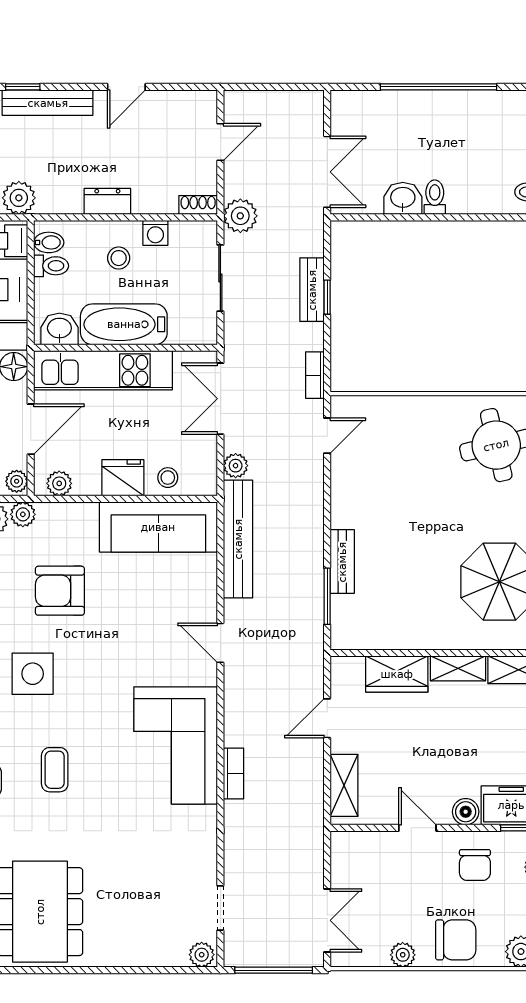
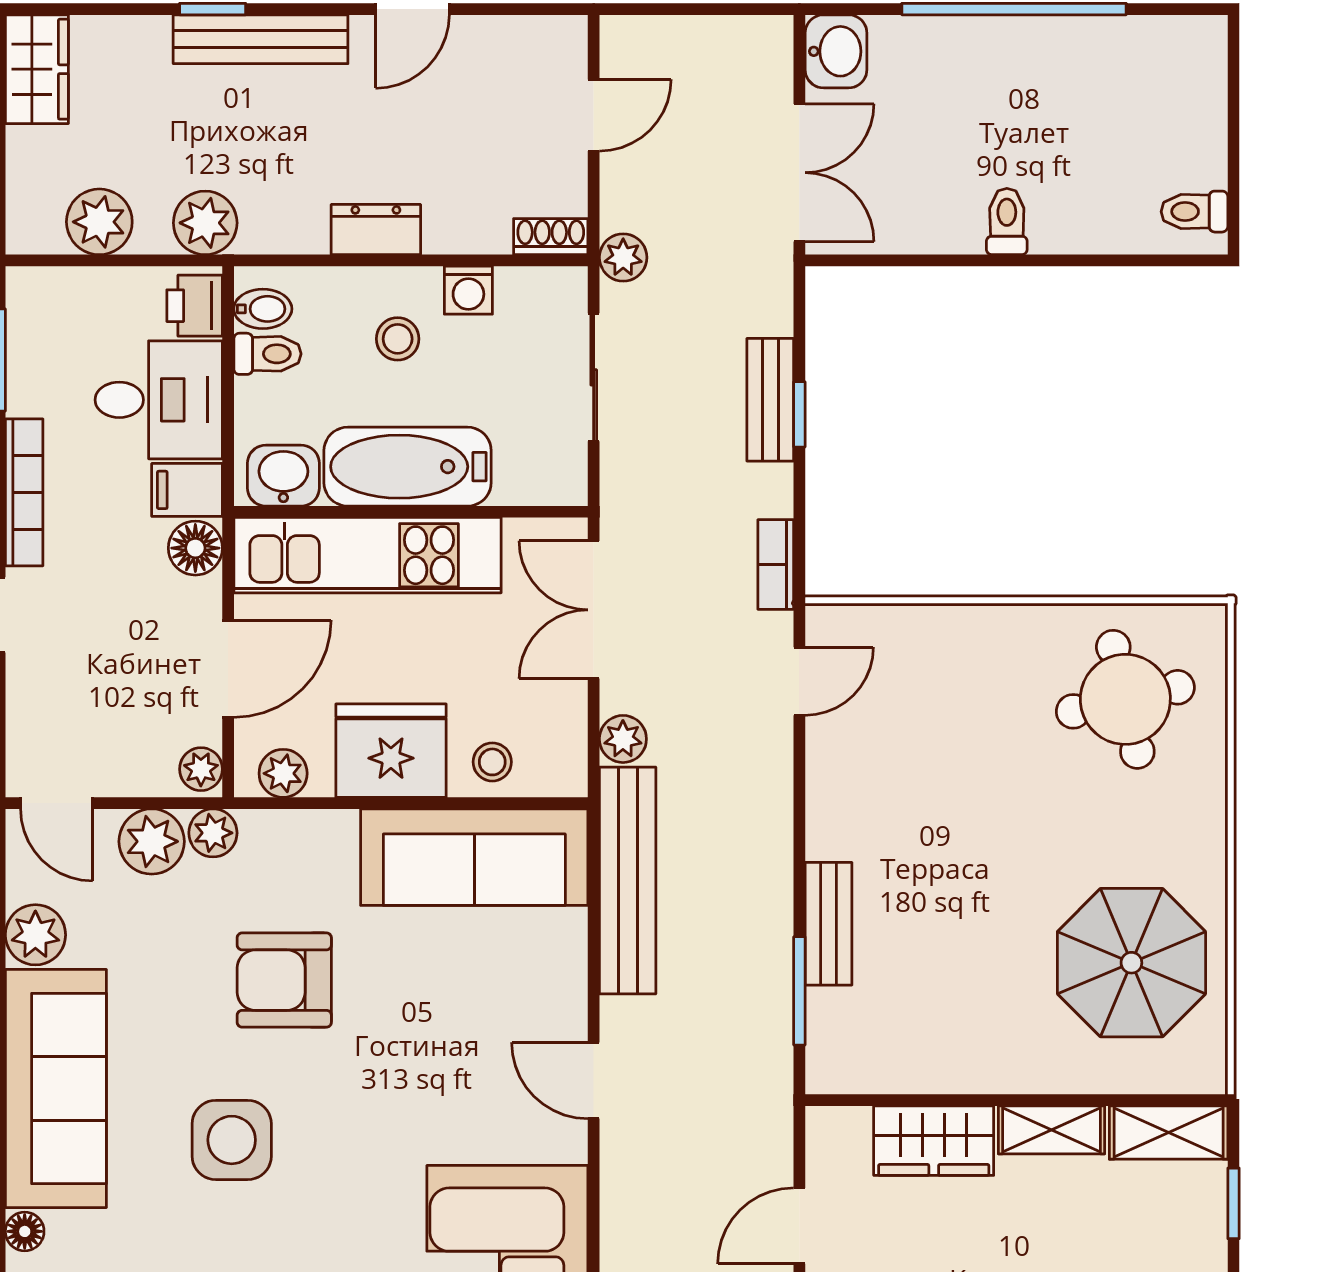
washbasin: (403, 198) -> (836, 51), moved, turned 90
plant: (240, 216) -> (623, 257), width x0.73, depth x0.73
fridge: (123, 478) -> (391, 751), width x1.36, depth x1.34

